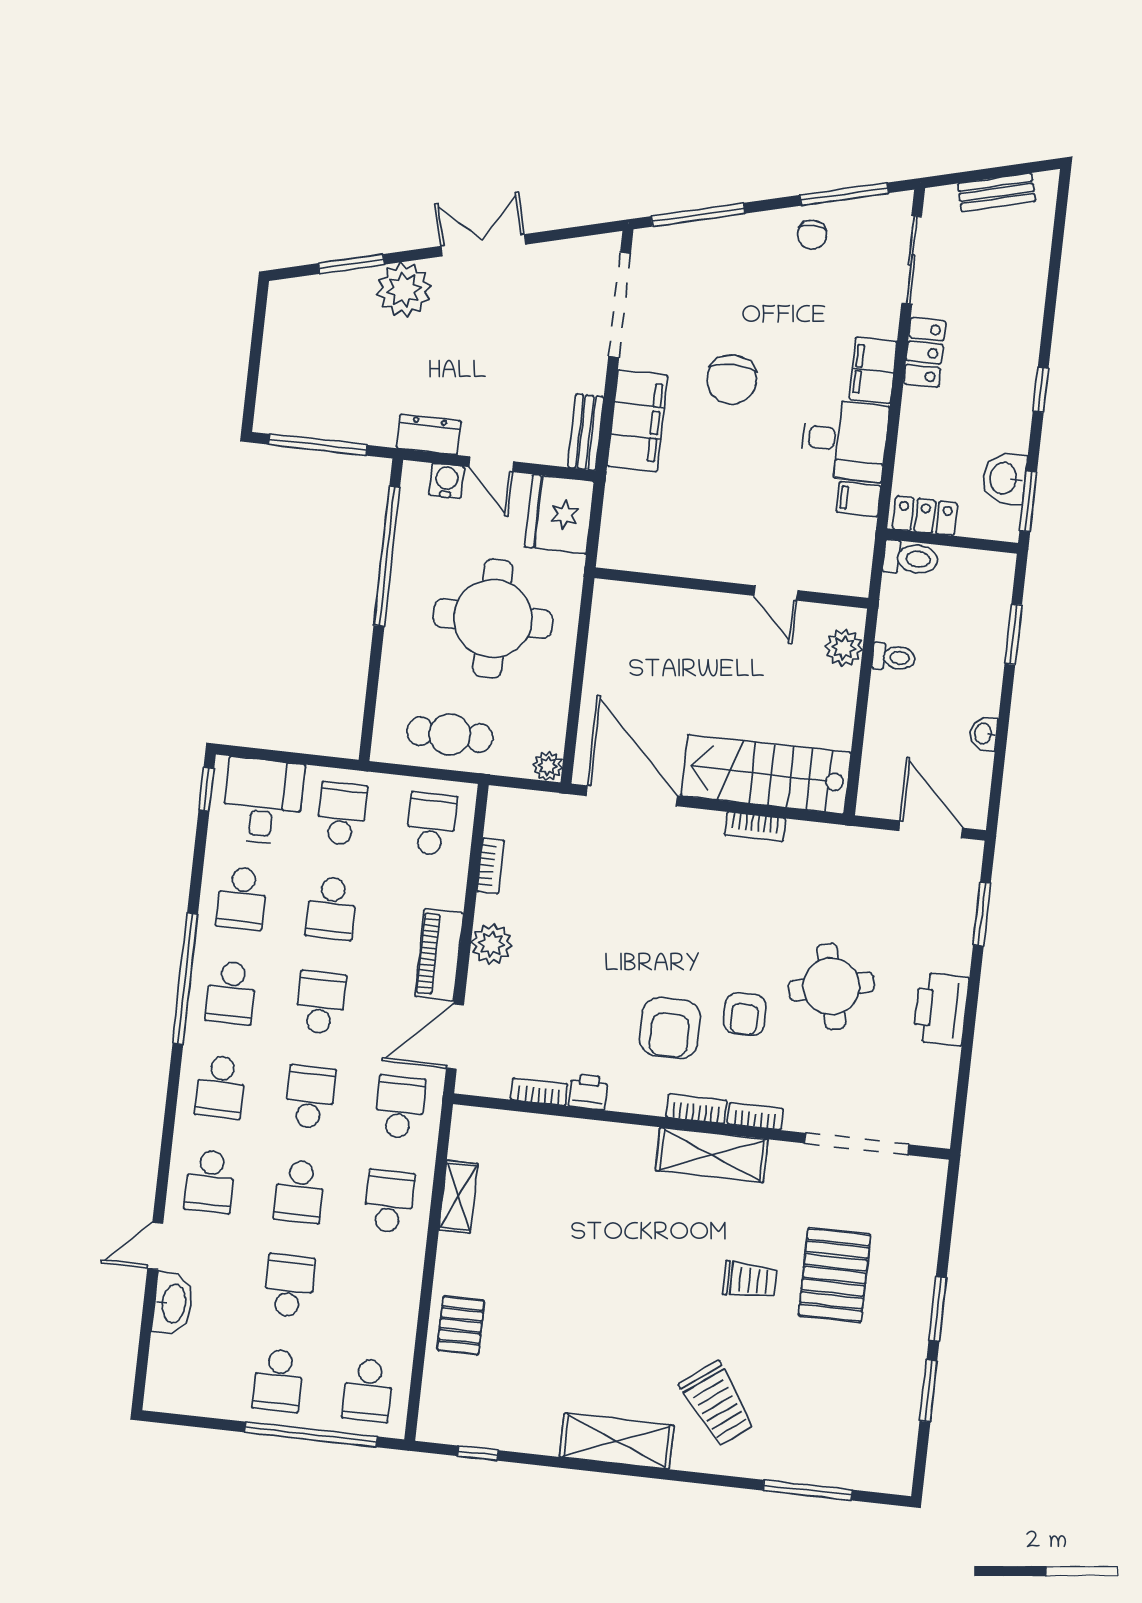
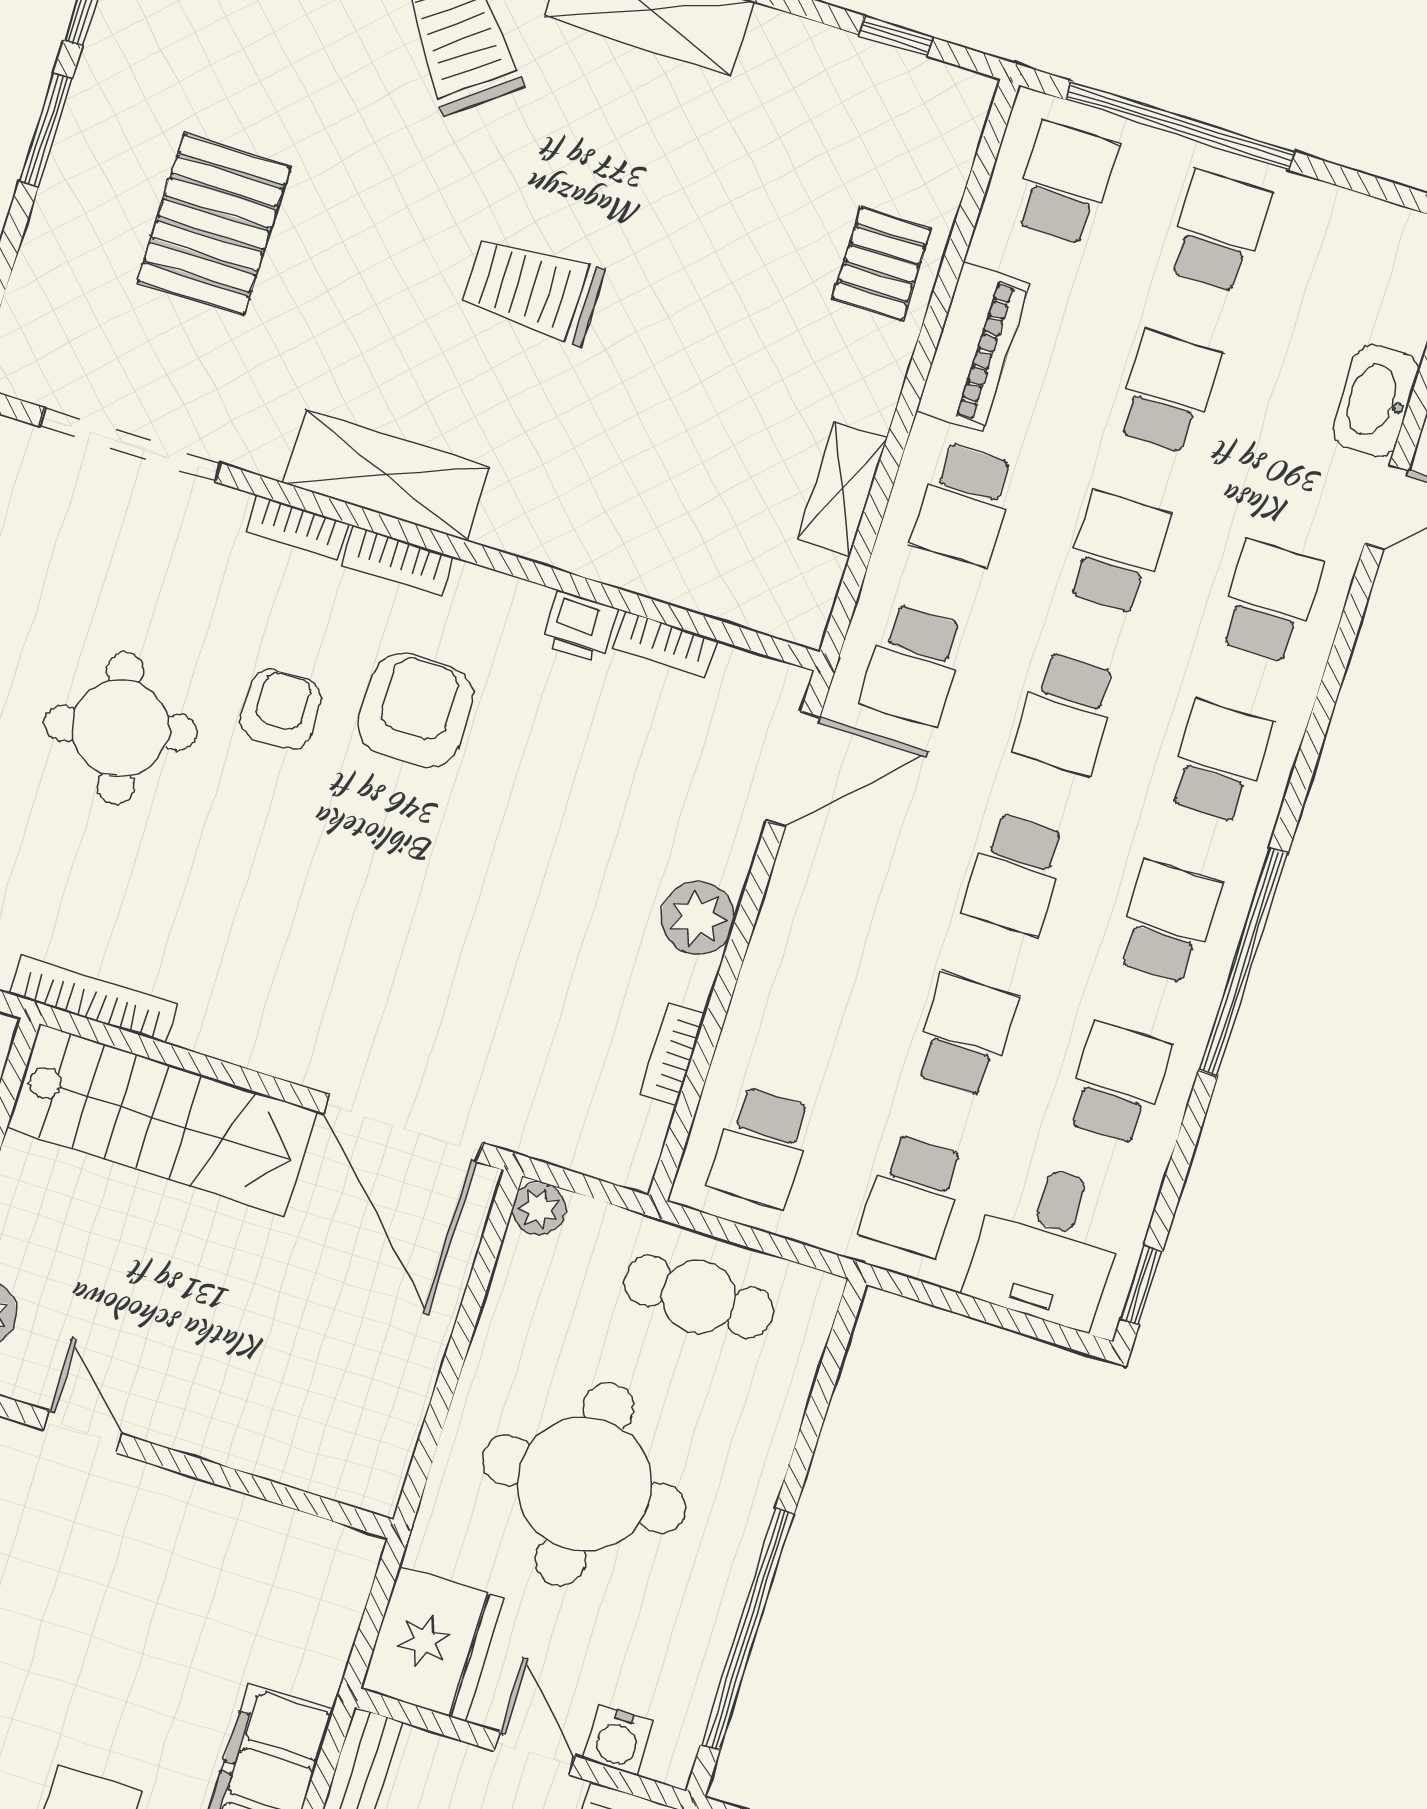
bookcase: (755, 827) -> (94, 999), moved, width x1.56
piano: (439, 955) -> (973, 347), moved
trolley: (750, 1280) -> (533, 289), moved, width x1.36, depth x1.39
school desk: (289, 1286) -> (1167, 392), turned 180

